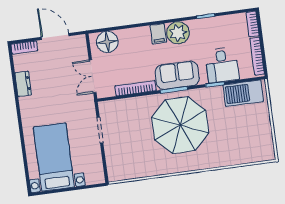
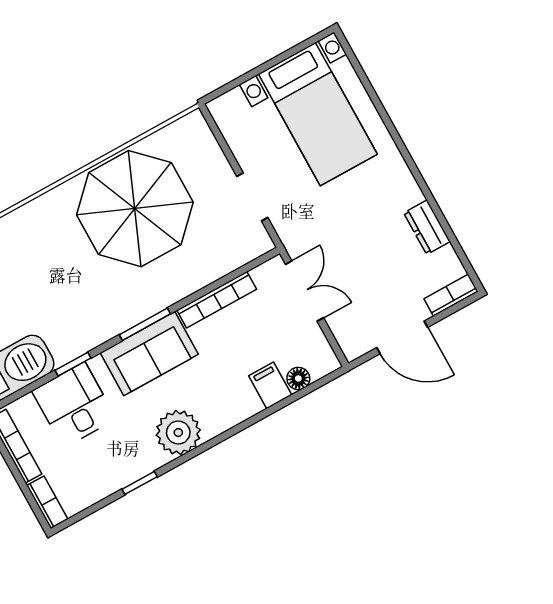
filing cabinet: (158, 34) -> (270, 385), moved
floor lamp: (107, 42) -> (298, 379), width x0.53, depth x0.53
parasol: (180, 125) -> (135, 209), moved

